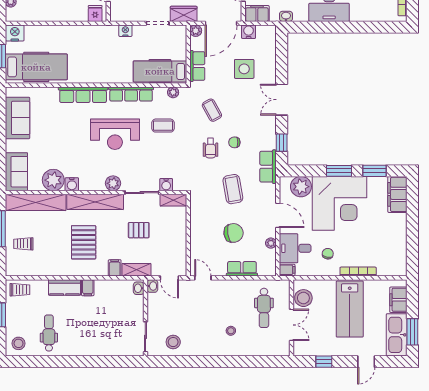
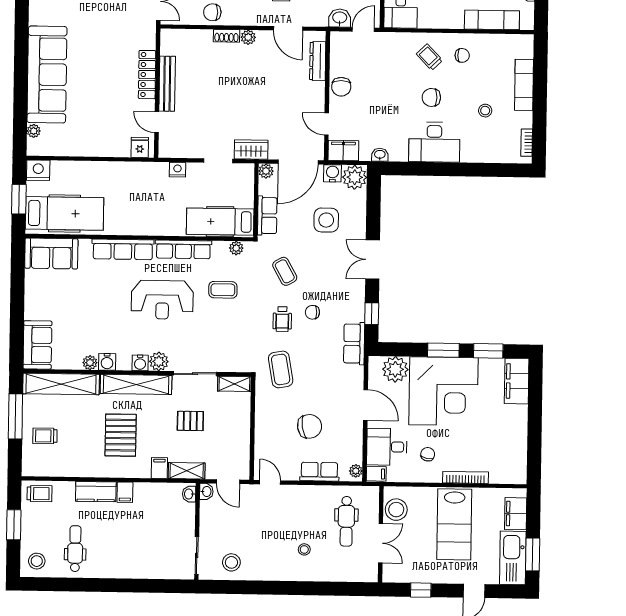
plant: (266, 35) -> (355, 177), added
sofa: (17, 118) -> (51, 253), moved, turned 90
plant: (53, 180) -> (90, 363), width x0.53, depth x0.53
water cooler: (166, 185) -> (140, 363), moved
coffee table: (233, 189) -> (281, 369), moved
plant: (271, 243) -> (356, 471), moved

